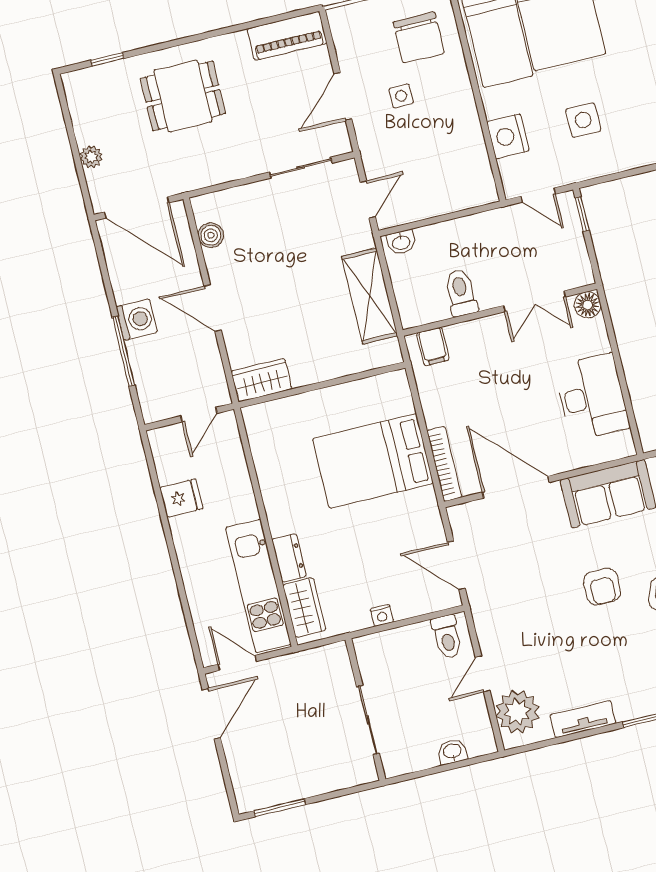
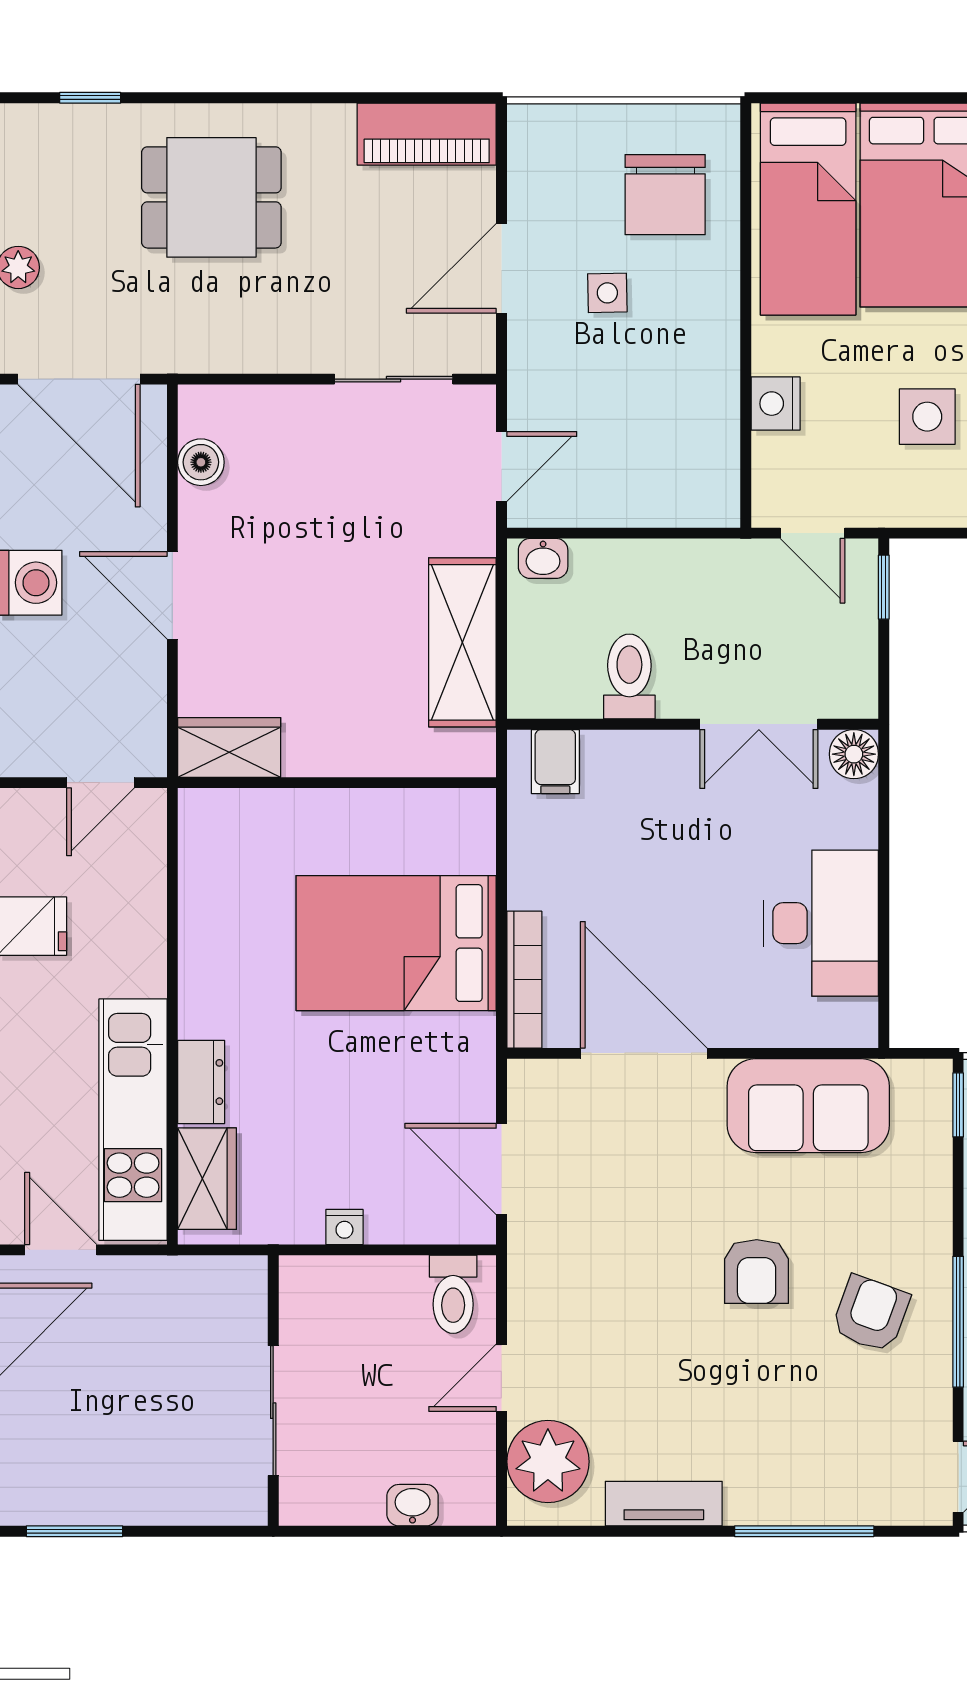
nightstand: (508, 136) -> (776, 404), width x0.74, depth x0.75

